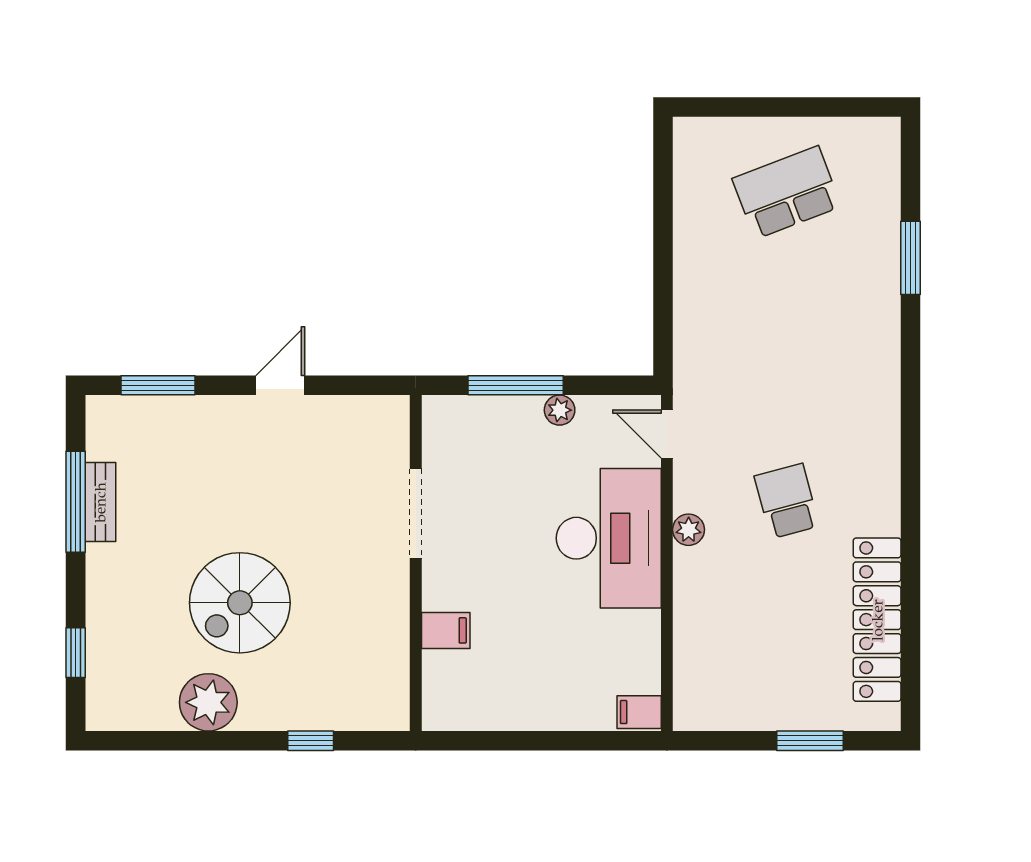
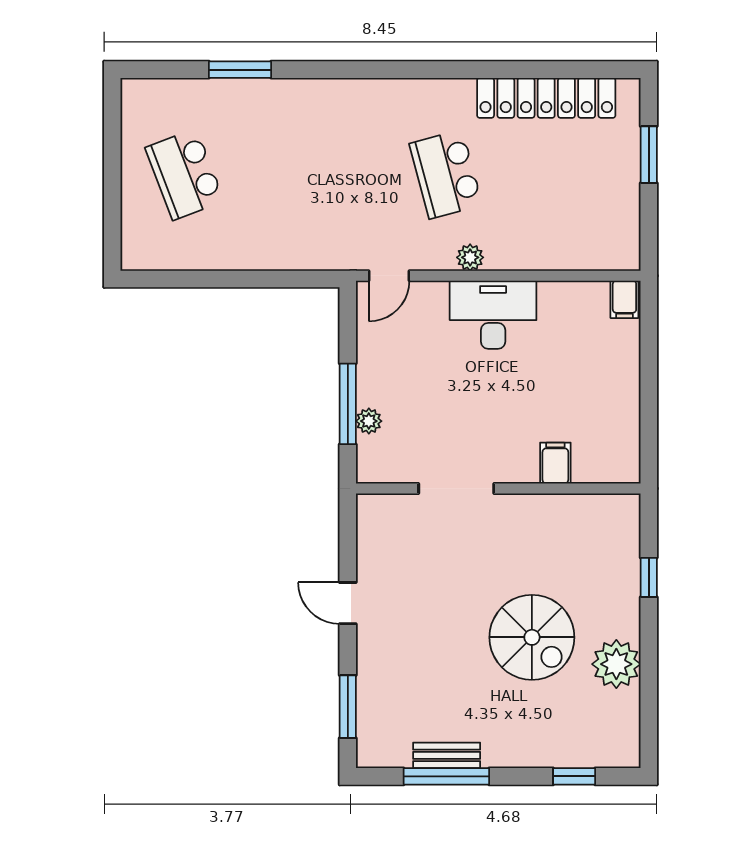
plant: (560, 410) -> (369, 421), moved
school desk: (787, 501) -> (446, 174), width x1.85
desk: (609, 538) -> (493, 315), width x0.73, depth x0.77

